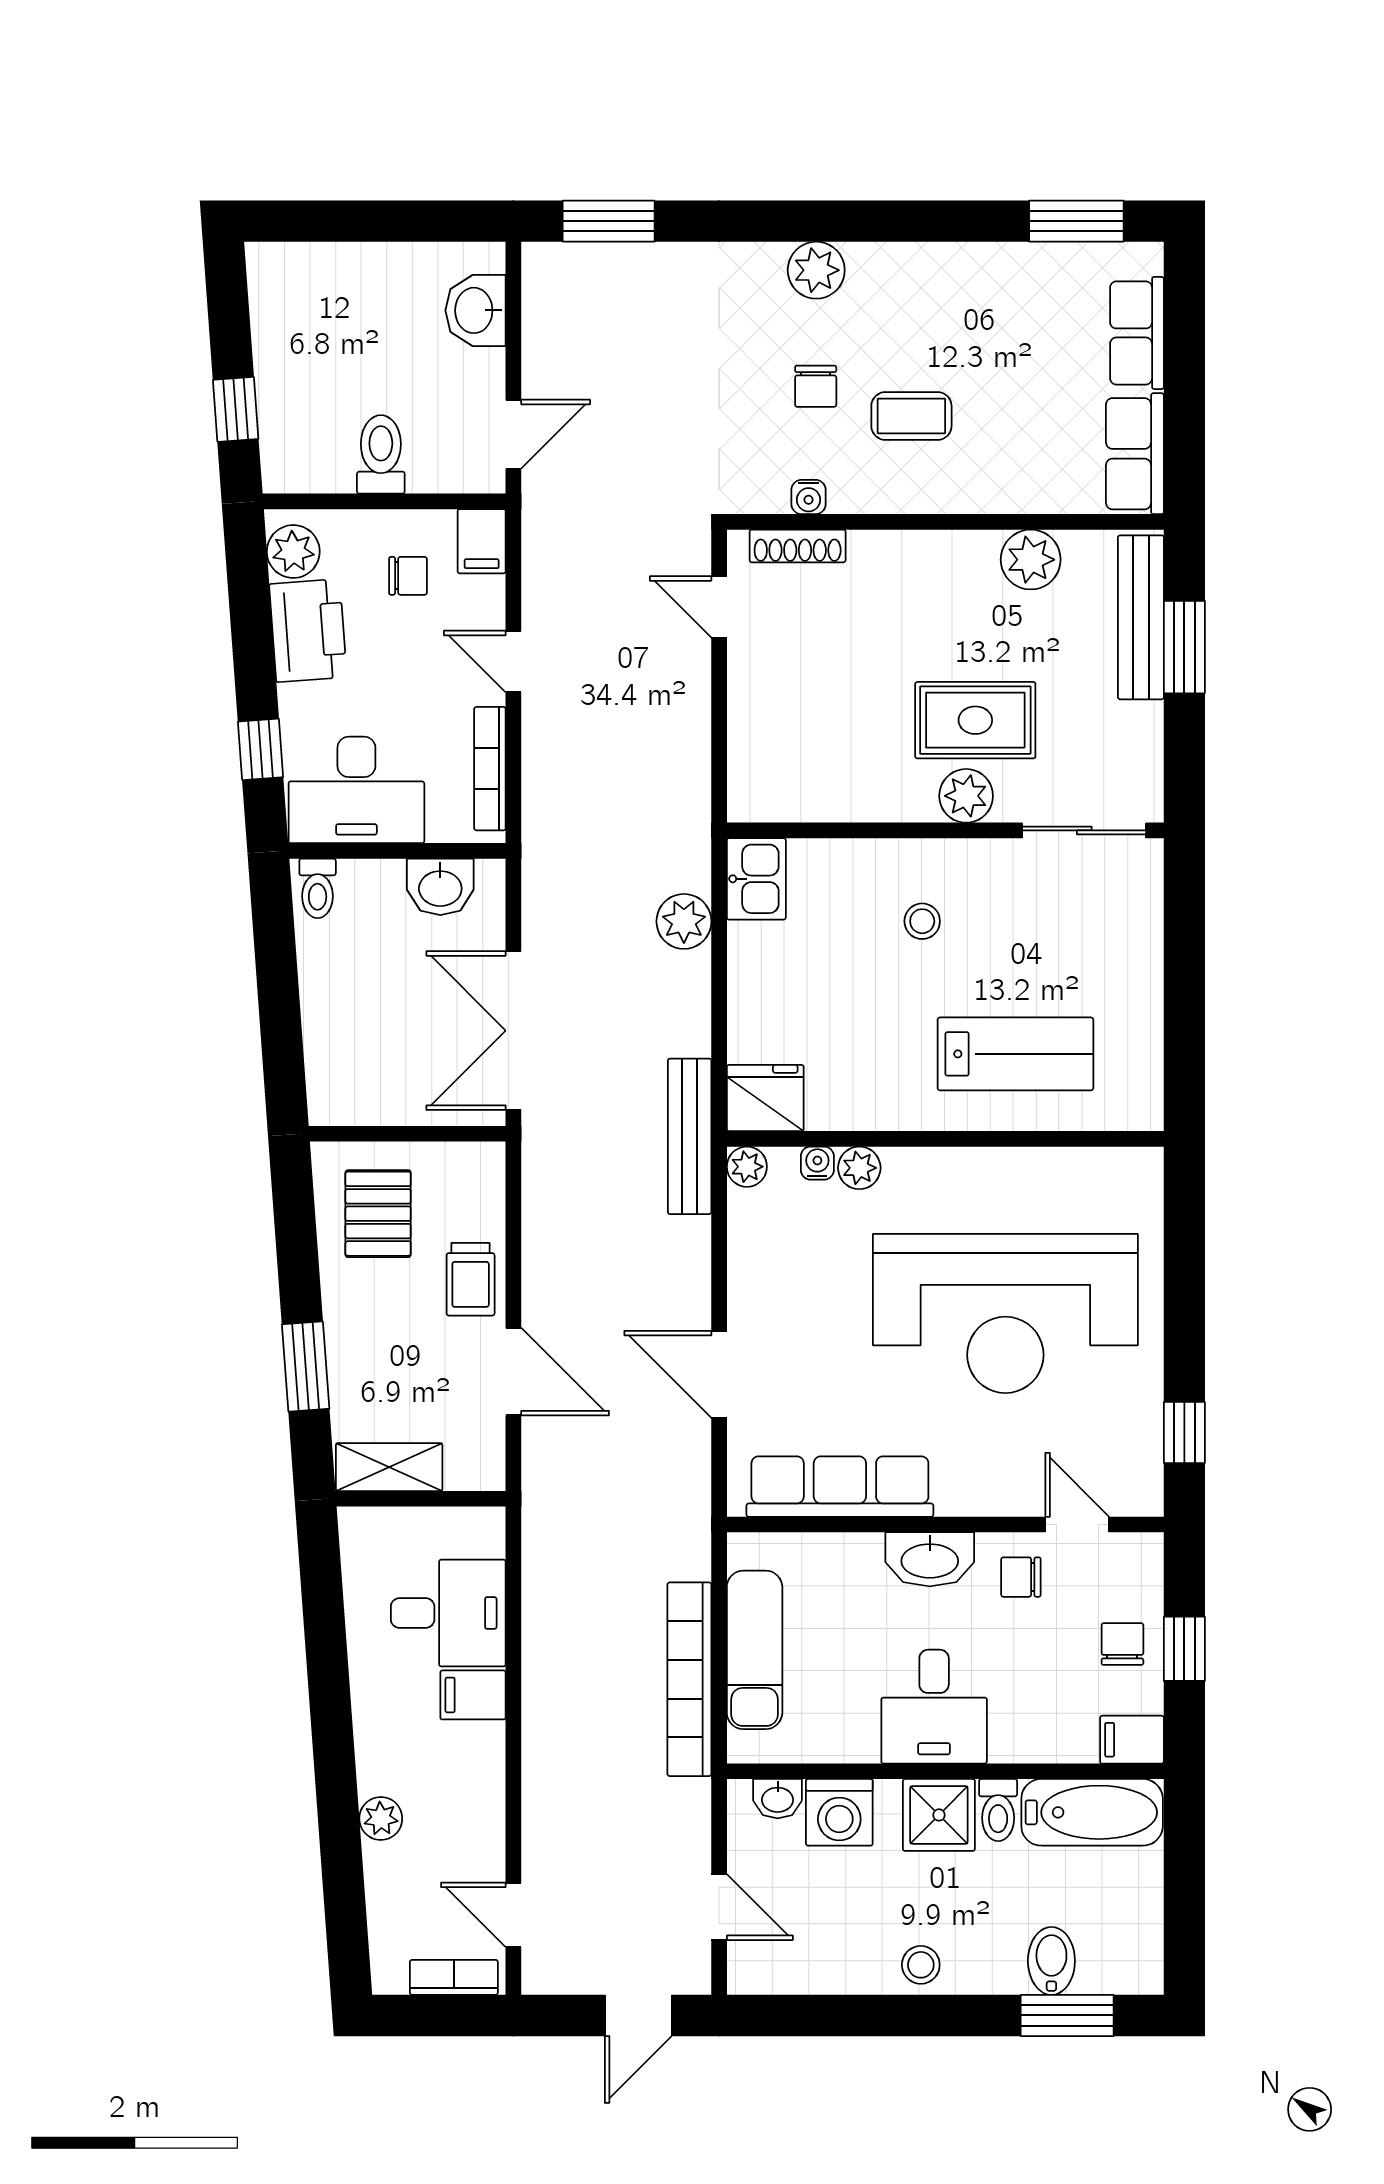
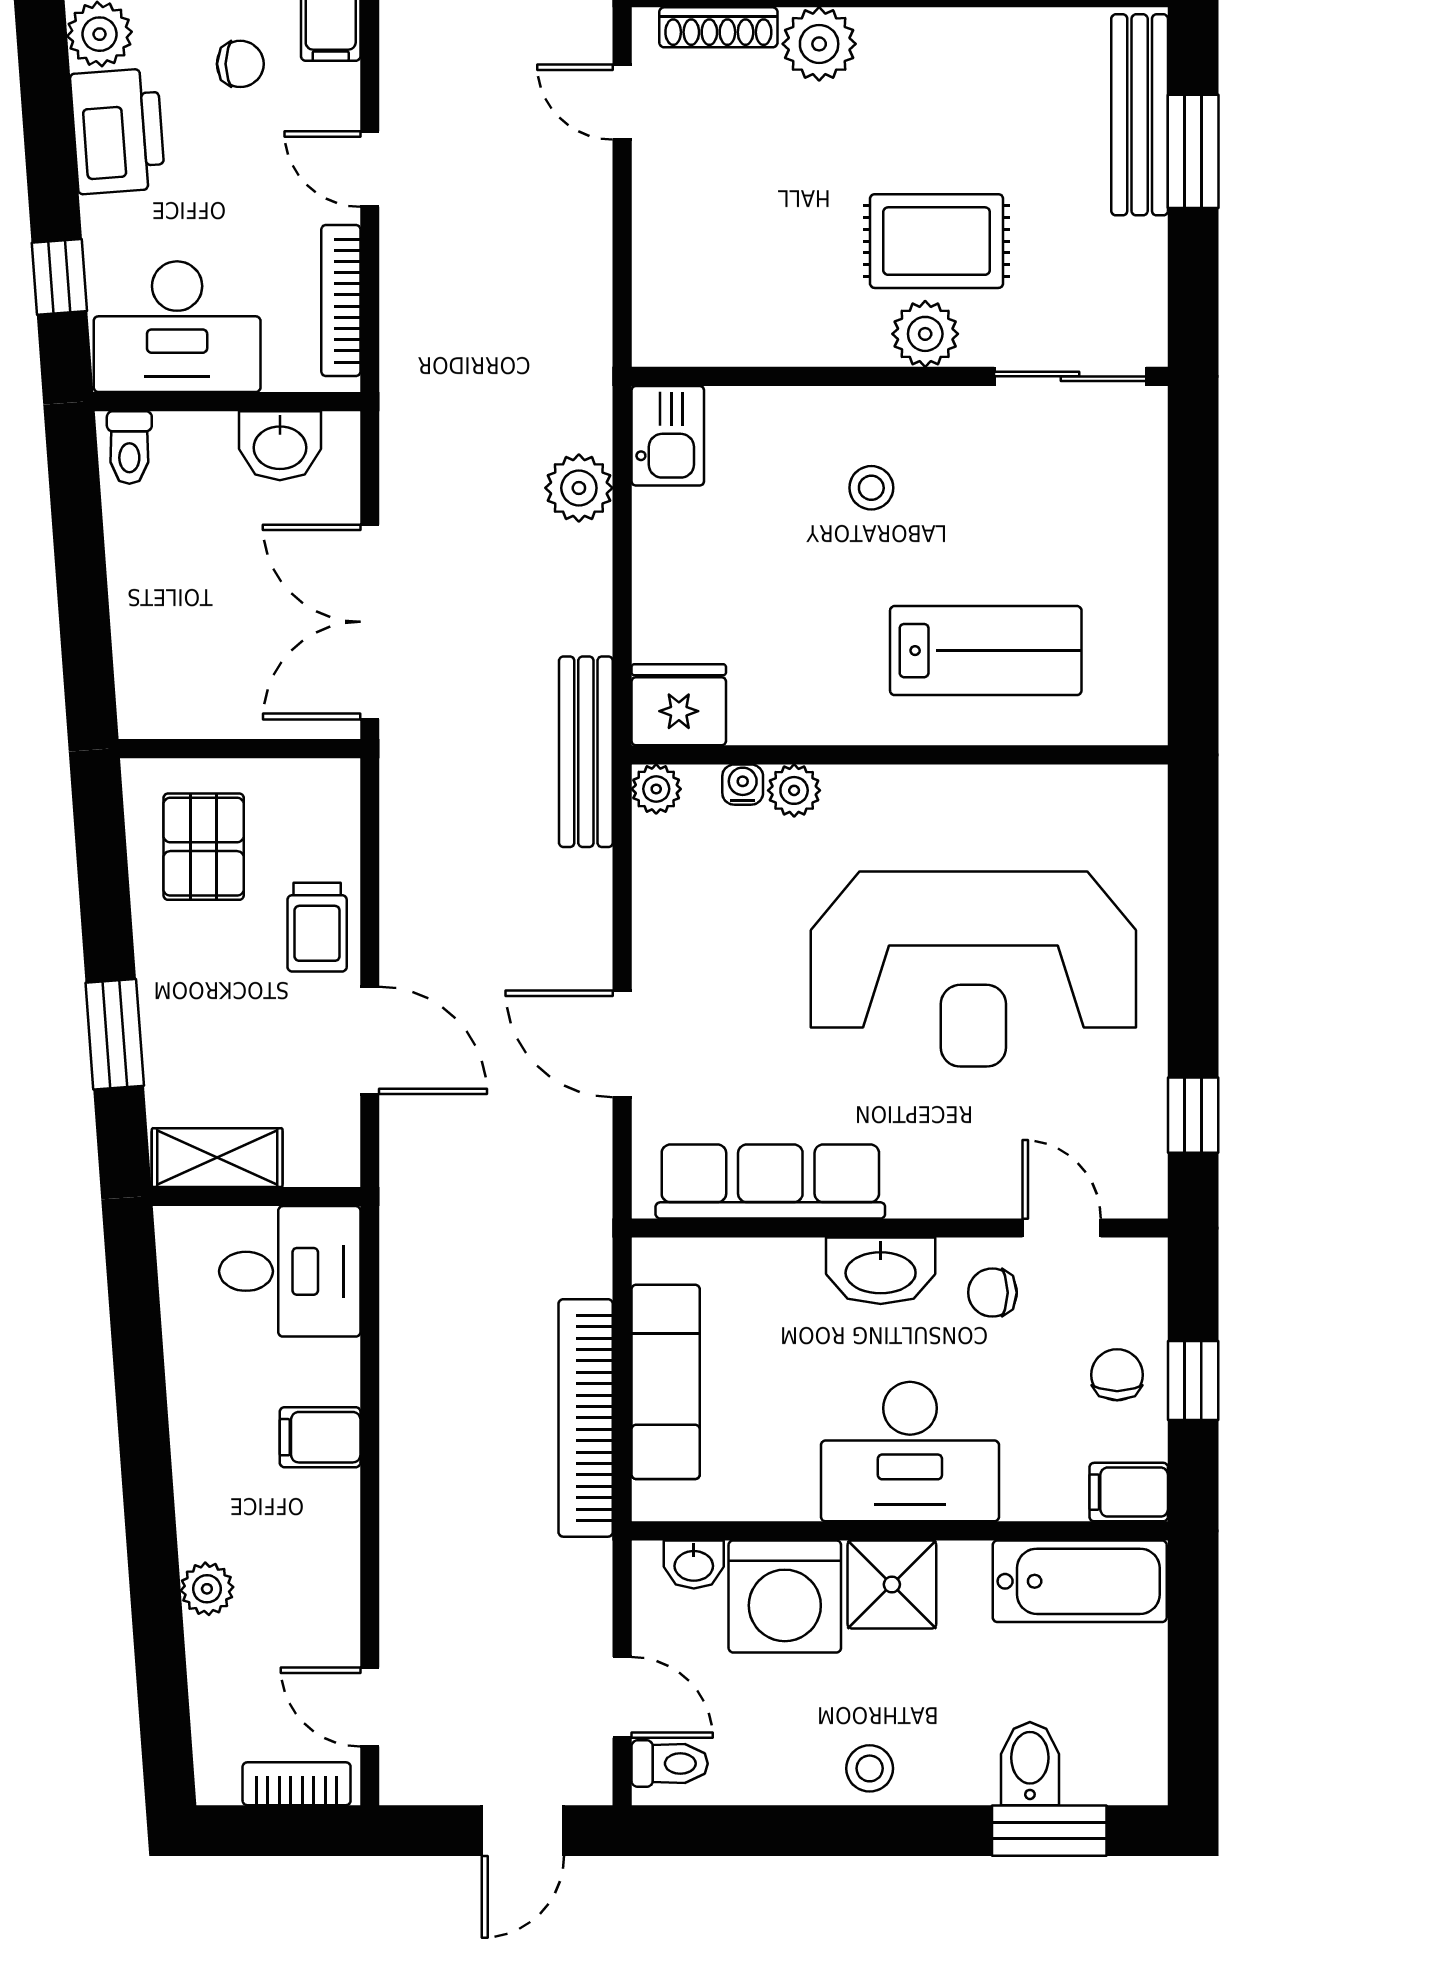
plant: (1031, 560) -> (819, 44), moved
desk: (448, 1613) -> (290, 1271), moved
desk: (934, 1707) -> (910, 1452), width x1.37
toilet: (998, 1810) -> (670, 1764), moved, turned -90
washing machine: (839, 1812) -> (785, 1596), width x1.37, depth x1.37

